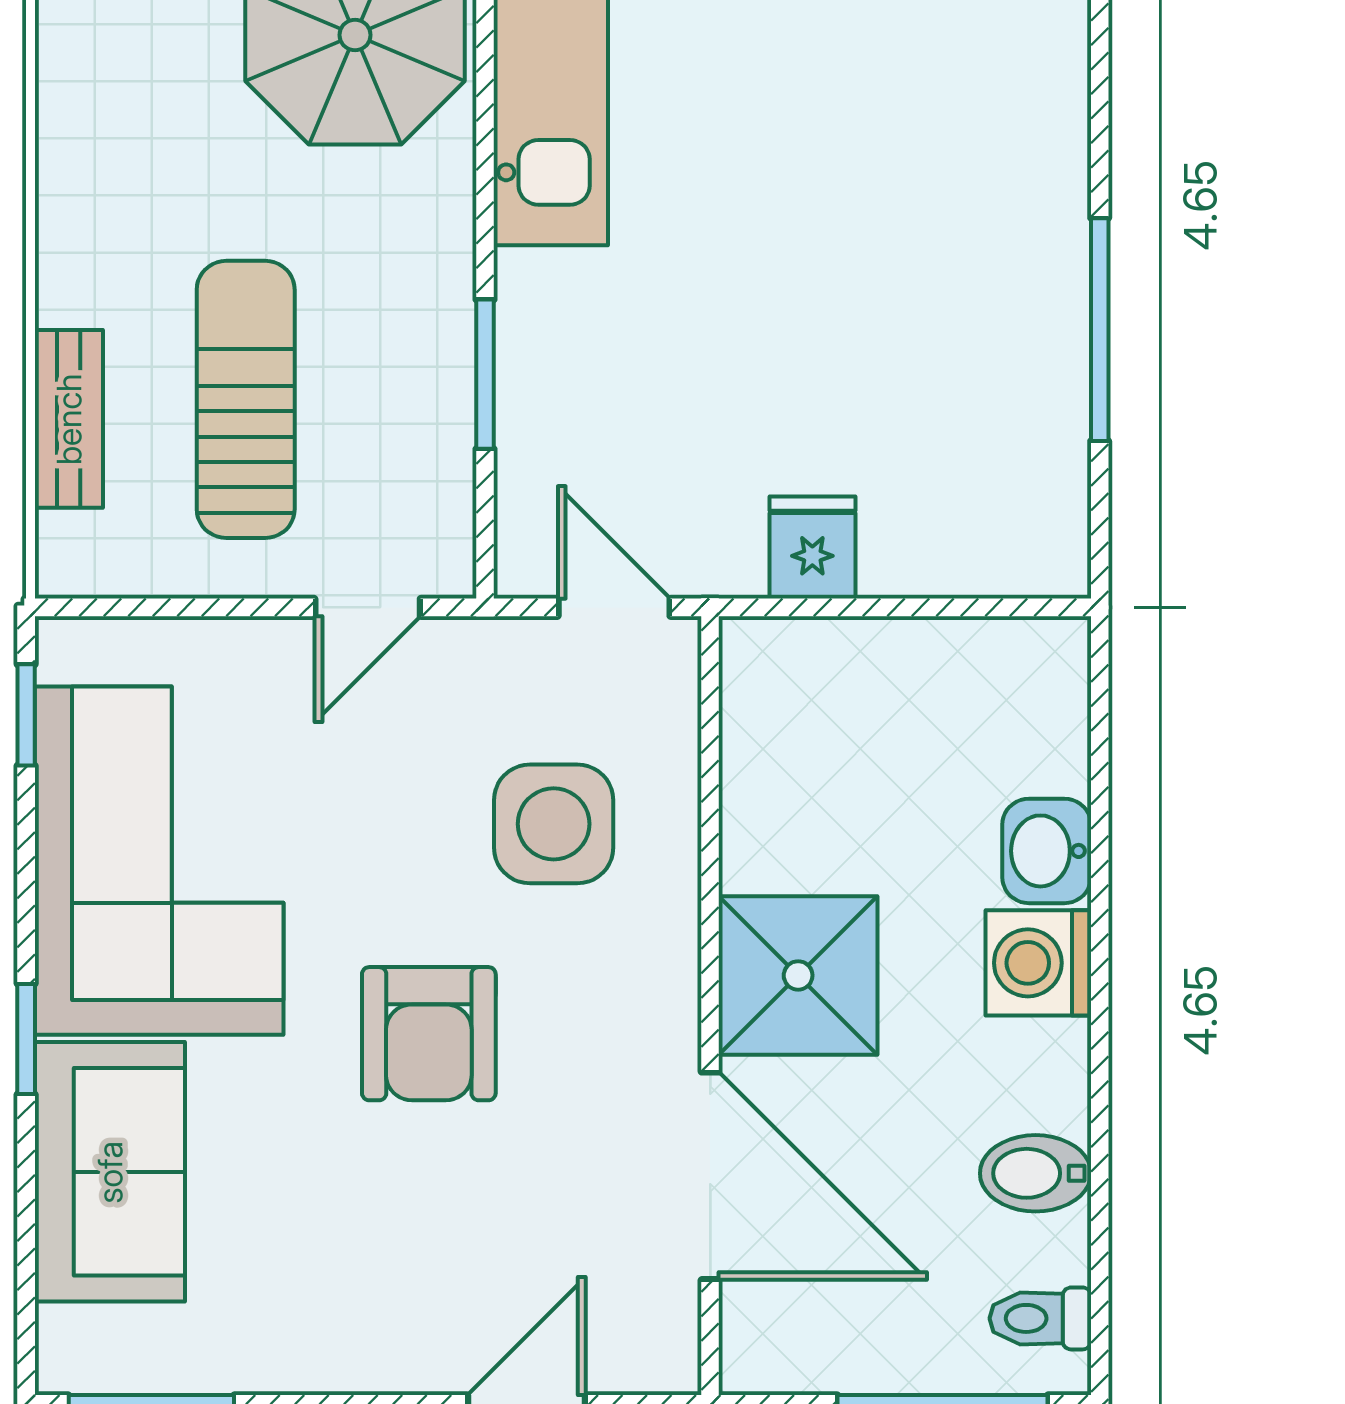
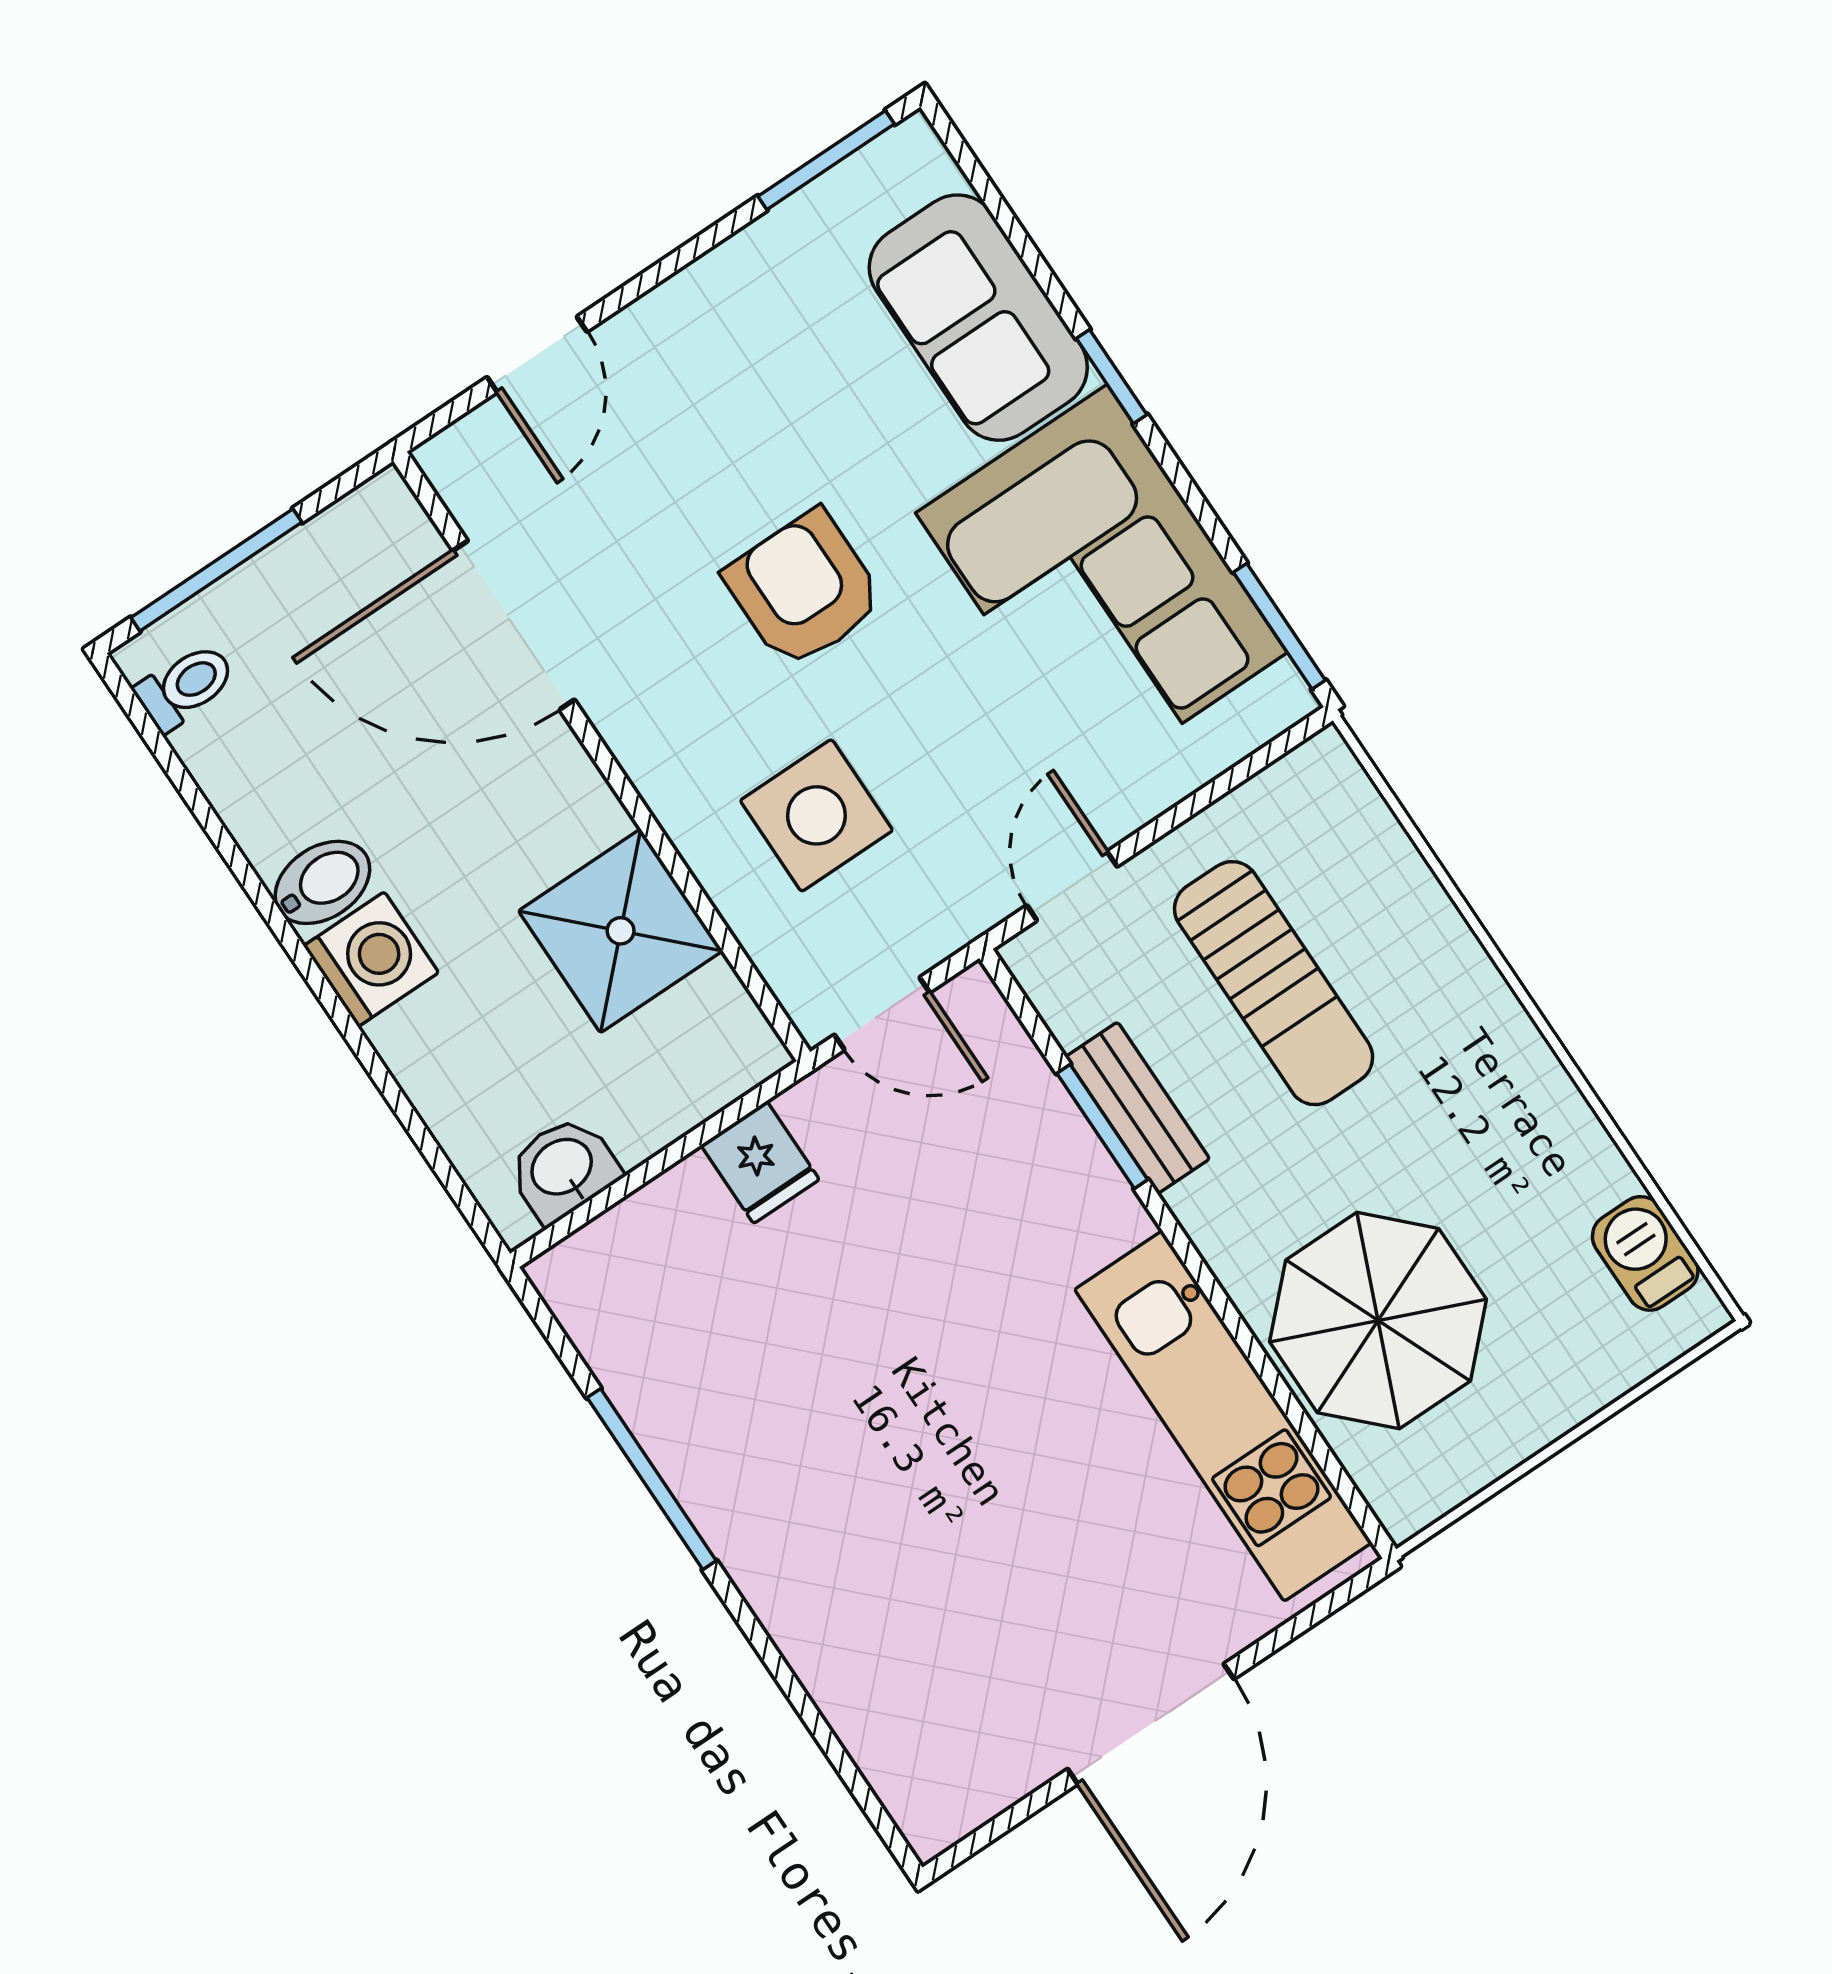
bench: (69, 419) -> (1138, 1108), moved
window: (26, 715) -> (1279, 626), width x1.50
washbasin: (1047, 851) -> (563, 1169), moved, turned -90
shower: (798, 975) -> (621, 931), moved
bidet: (1036, 1173) -> (322, 882), moved

